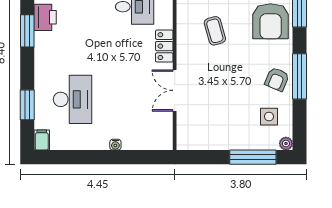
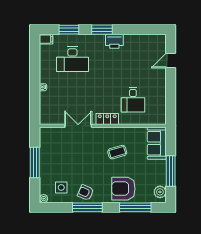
printer: (45, 17) -> (114, 41), moved
window: (27, 31) -> (102, 30), moved
window: (253, 157) -> (35, 163), moved

